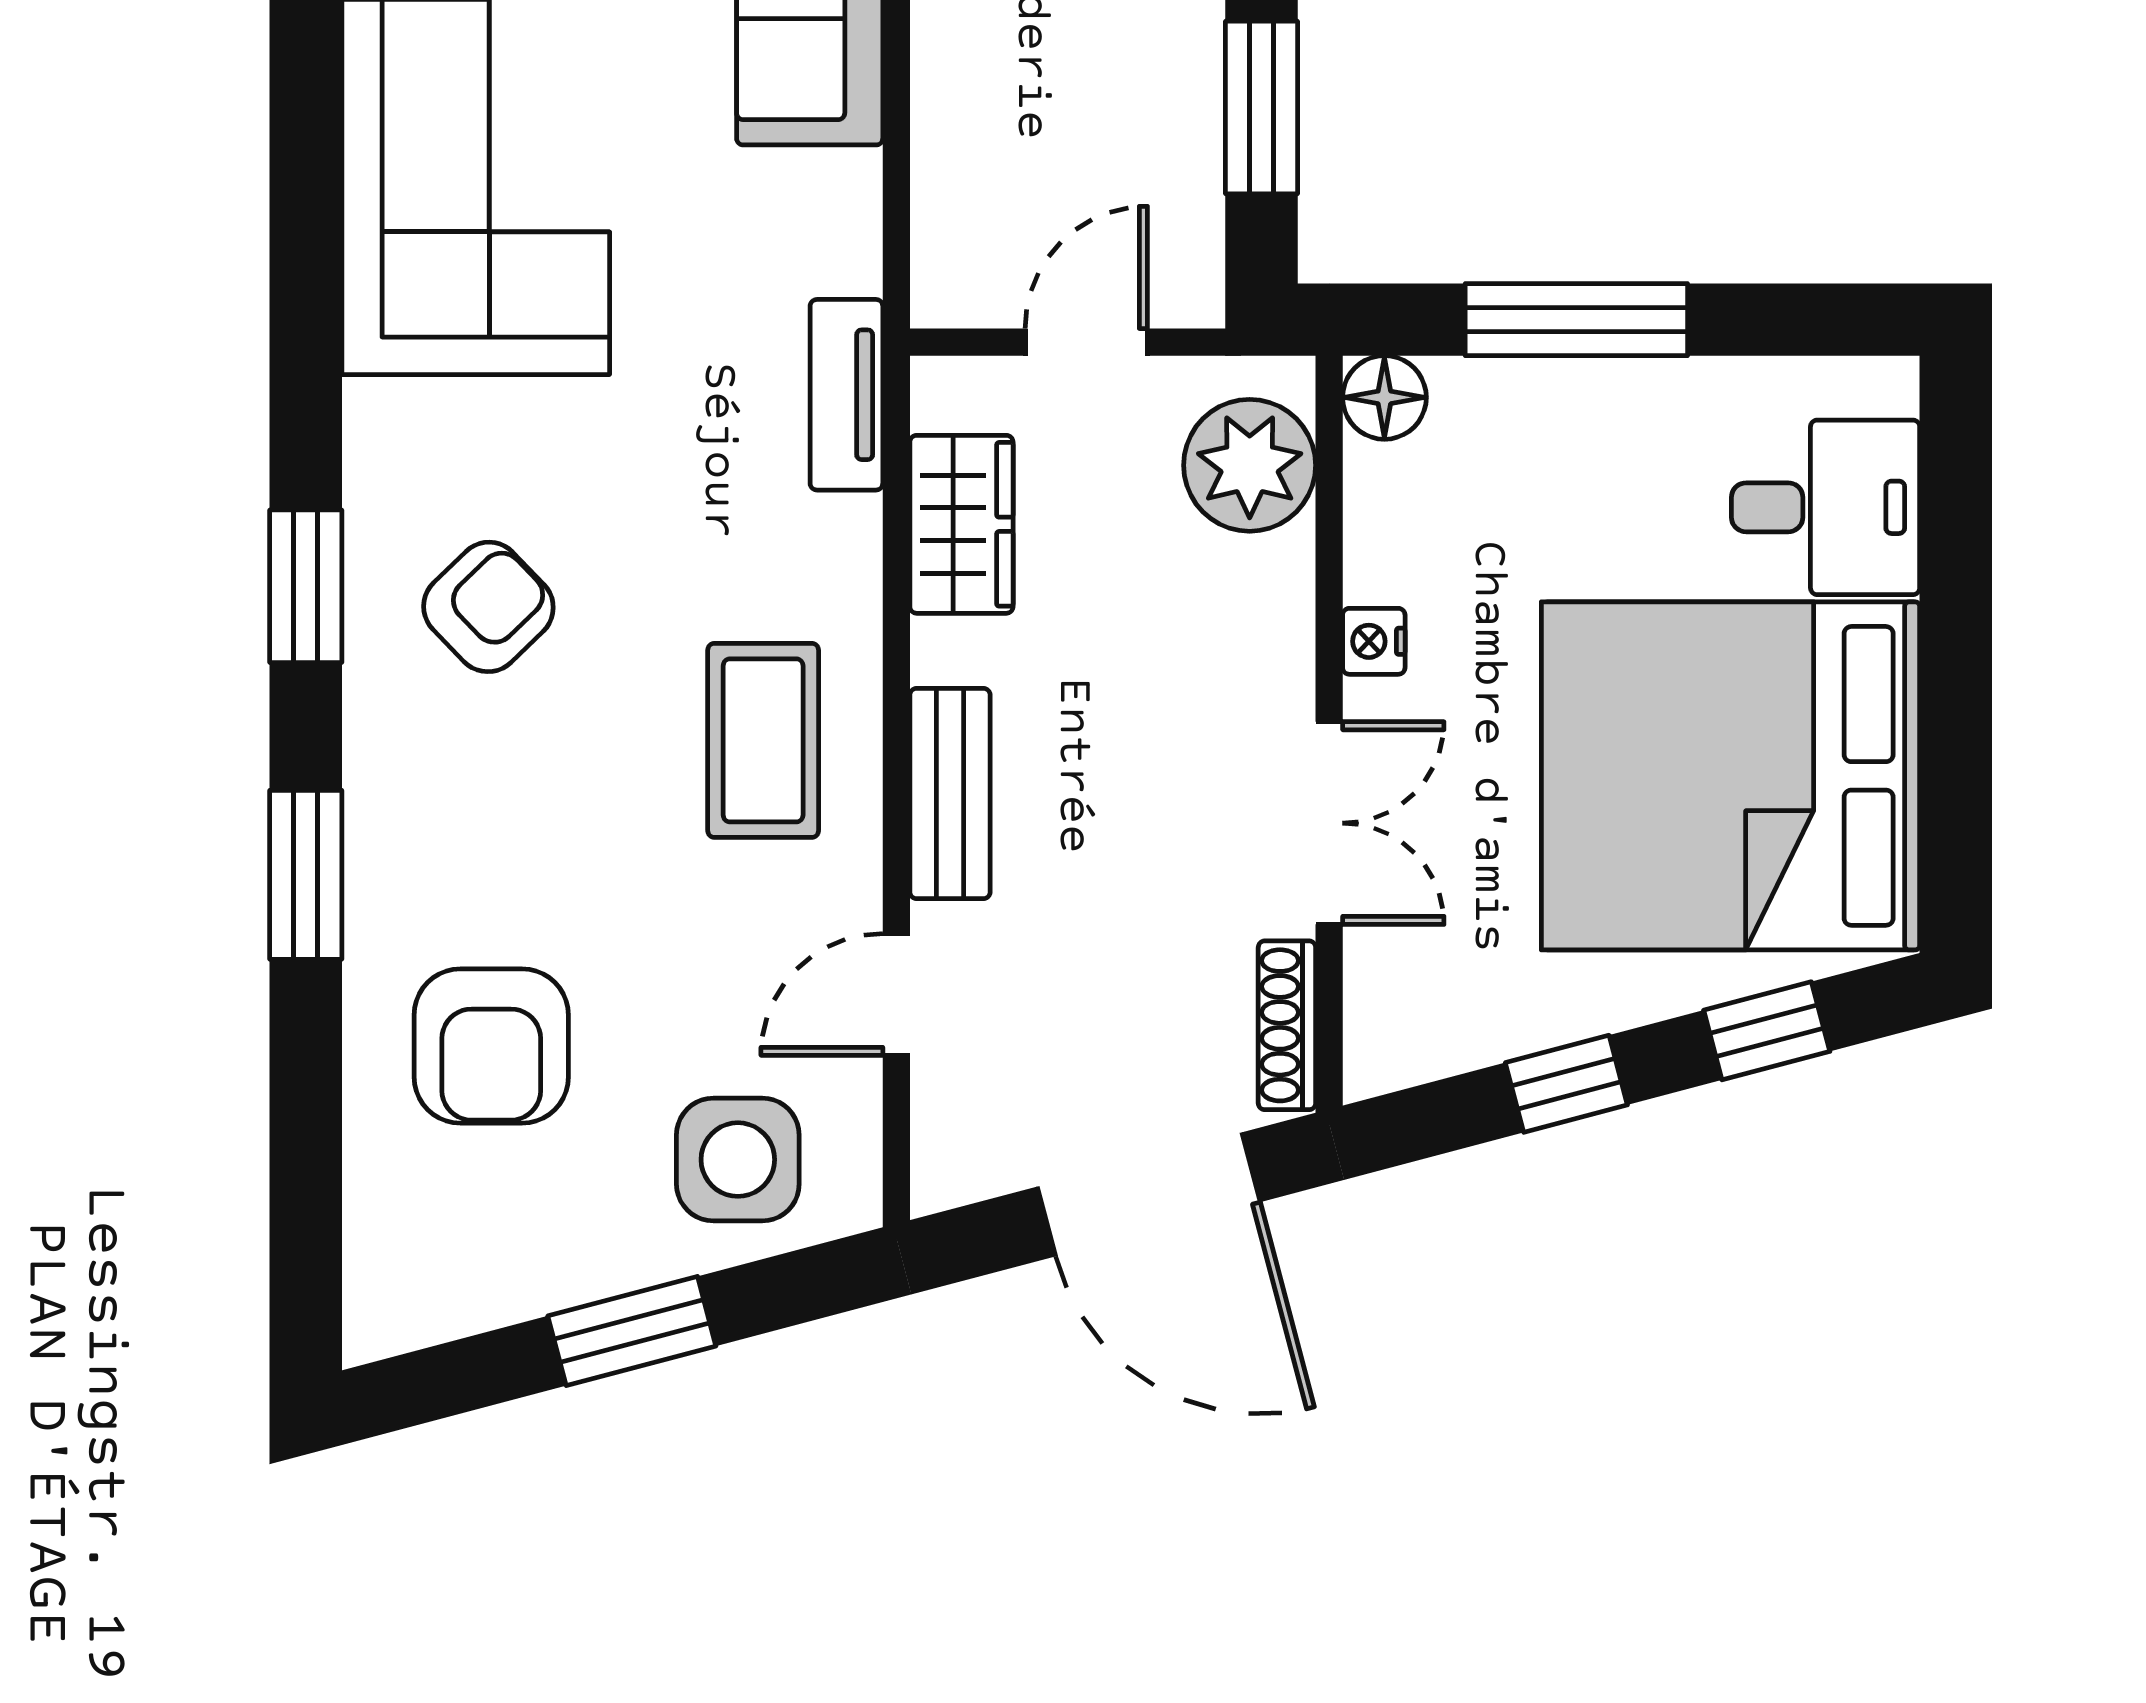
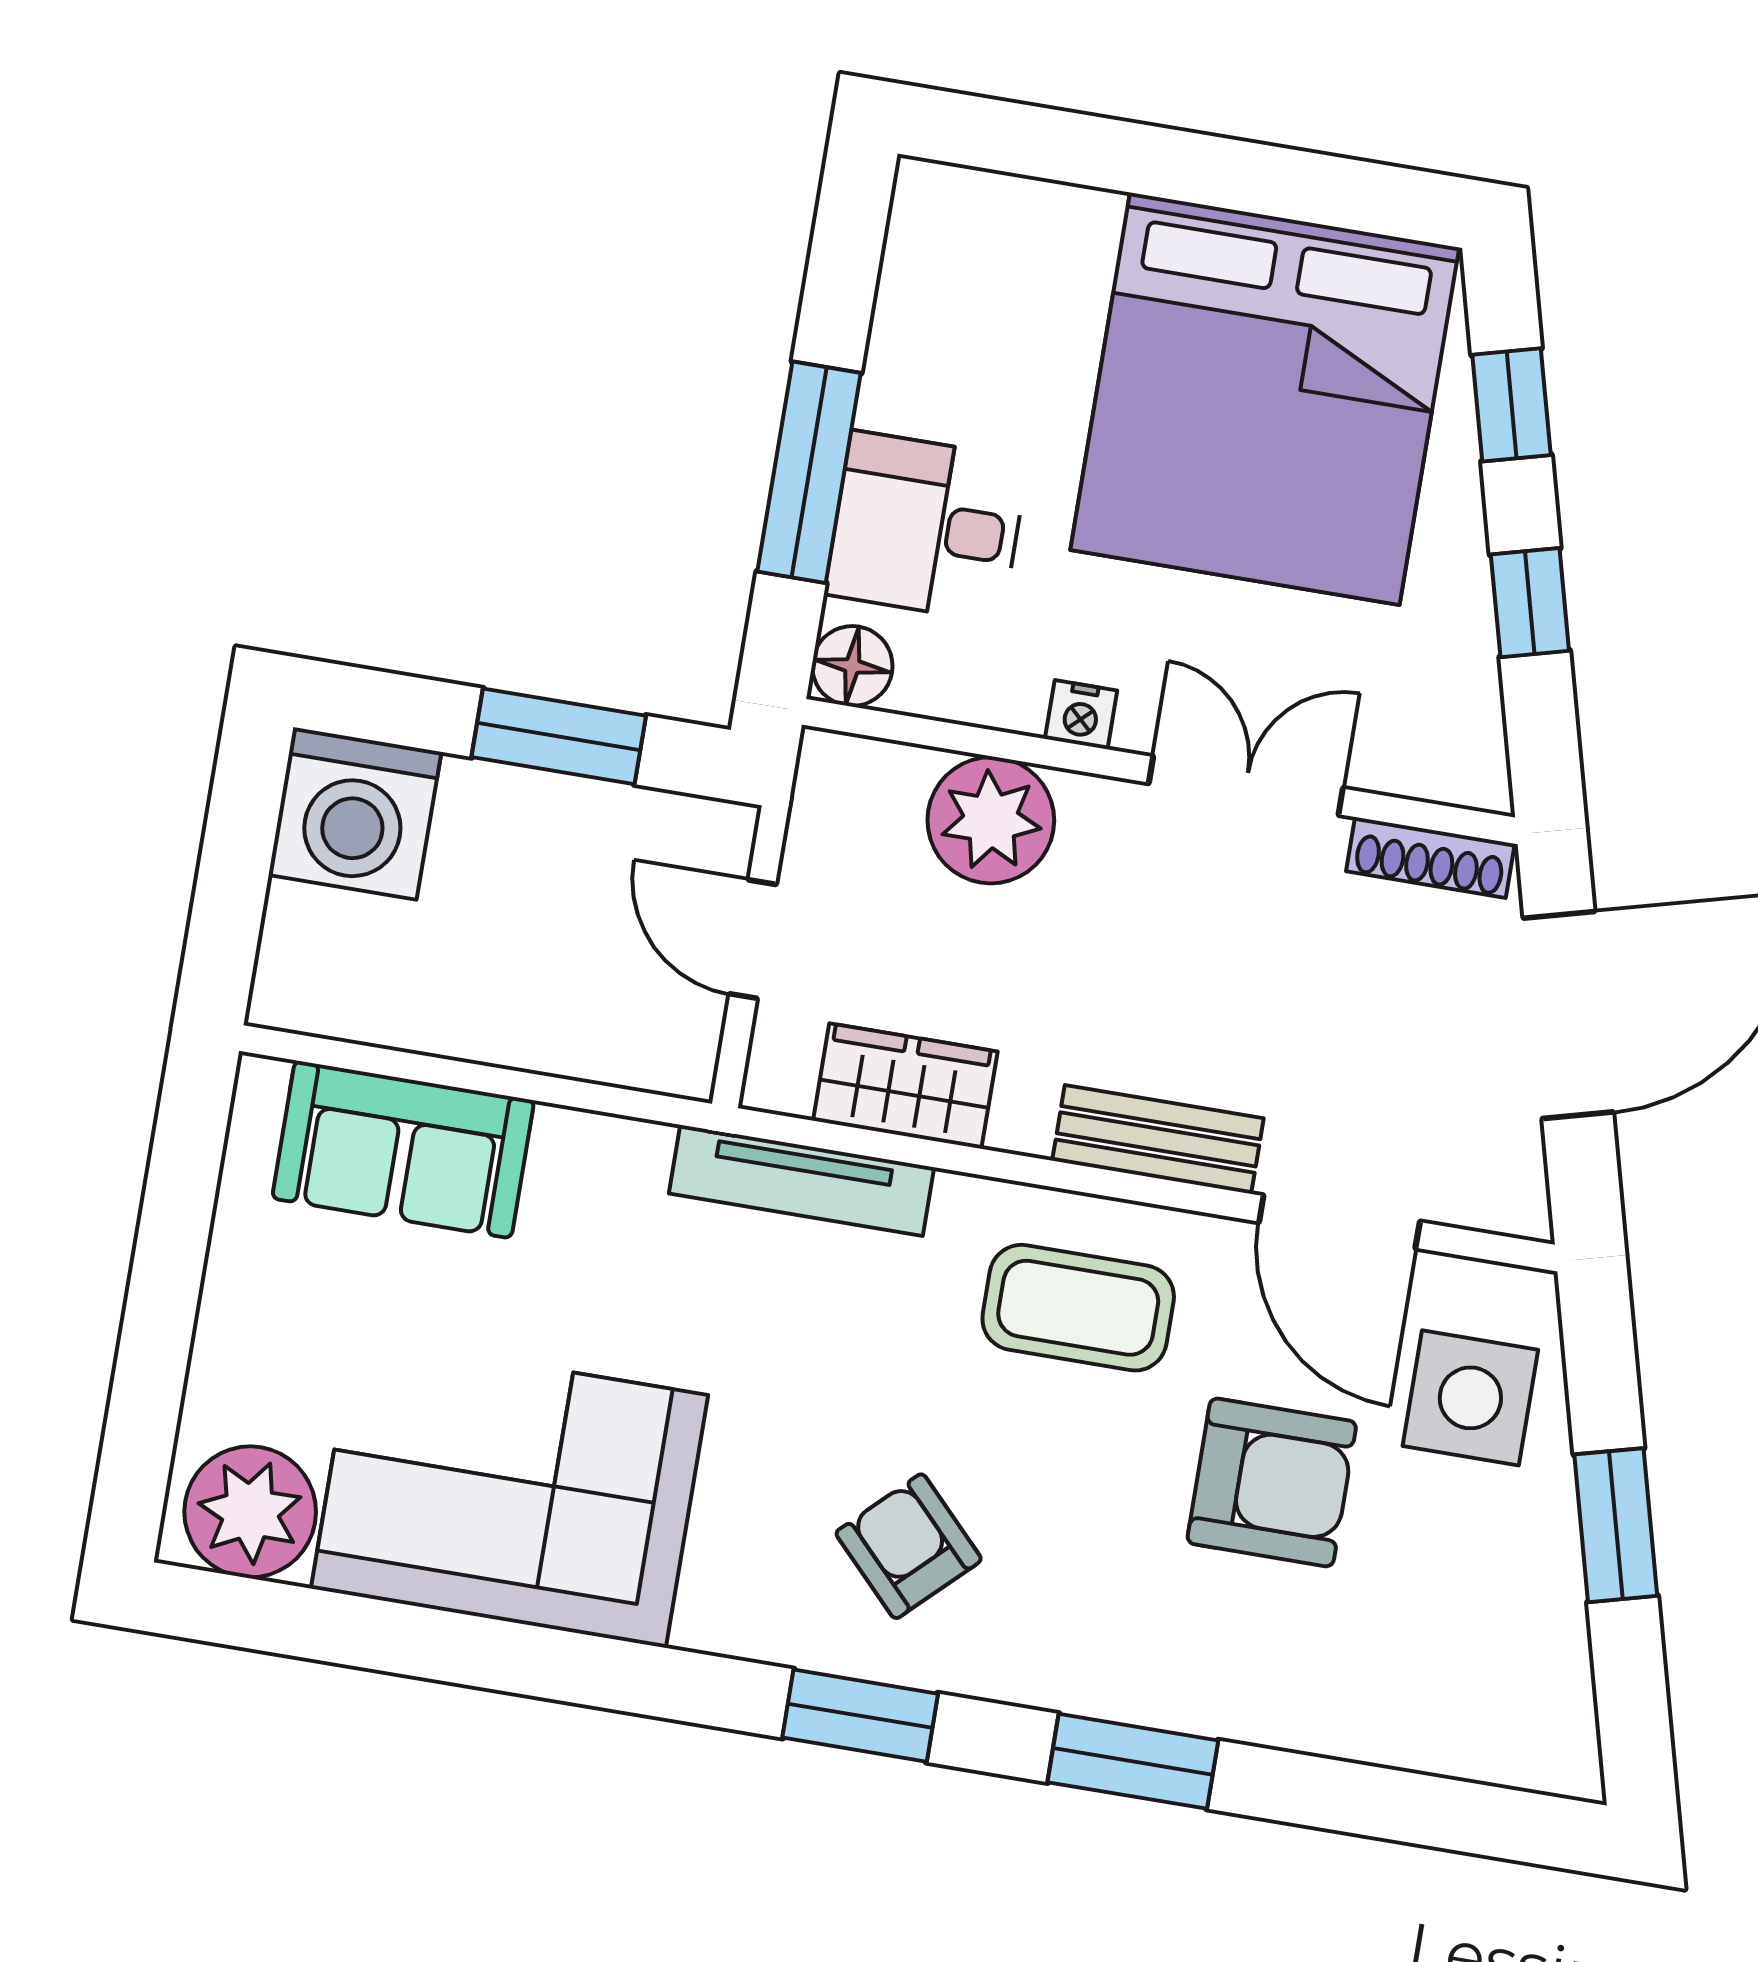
tv unit: (846, 395) -> (801, 1180), width x1.41
plant: (1250, 465) -> (991, 820), moved
desk: (1826, 507) -> (926, 527), moved, turned -90
door: (896, 994) -> (1339, 1222), width x1.38
armchair: (491, 1046) -> (1272, 1482), moved

